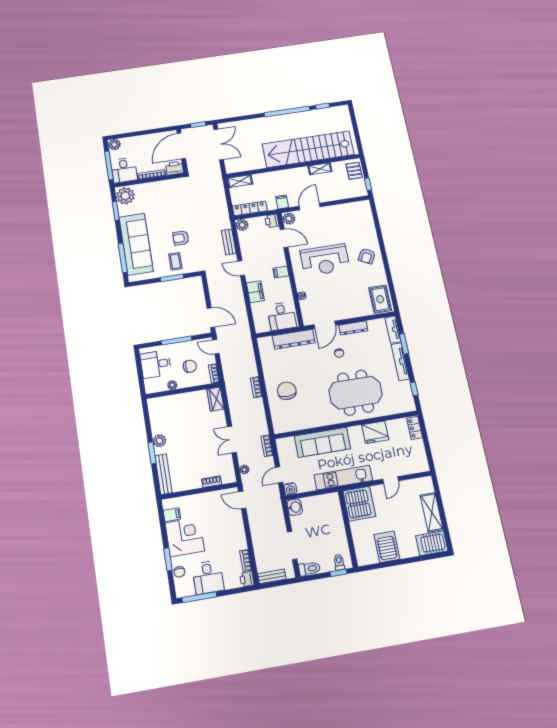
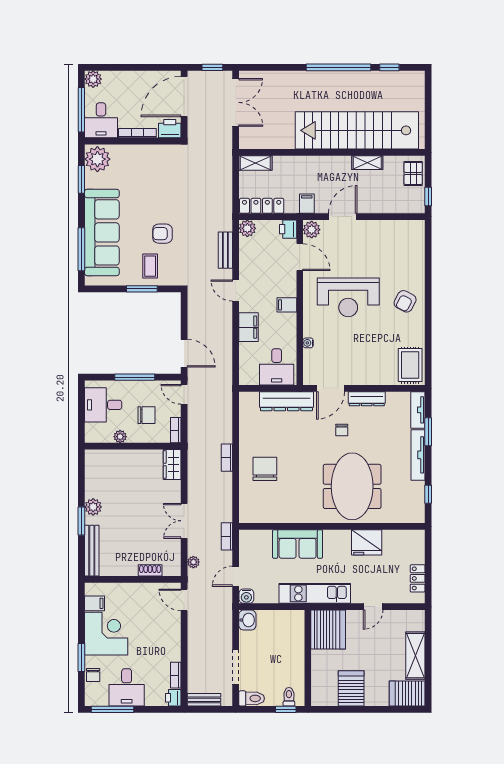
meeting table: (356, 393) -> (352, 486), turned 90
locker: (415, 428) -> (418, 578), moved
sofa: (323, 442) -> (298, 544), width x0.73

